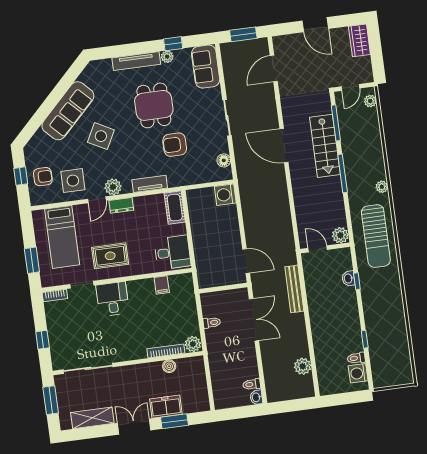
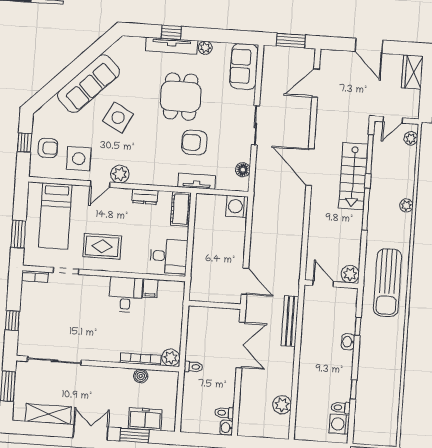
window: (173, 44) -> (171, 32), moved
tv unit: (150, 184) -> (197, 181), moved
plant: (382, 187) -> (406, 205), moved
dresser: (121, 205) -> (145, 197), moved
washbasin: (348, 278) -> (348, 342), moved
desk: (112, 299) -> (126, 295), moved
toilet: (212, 323) -> (193, 367), moved
freezer: (166, 407) -> (145, 419), moved

